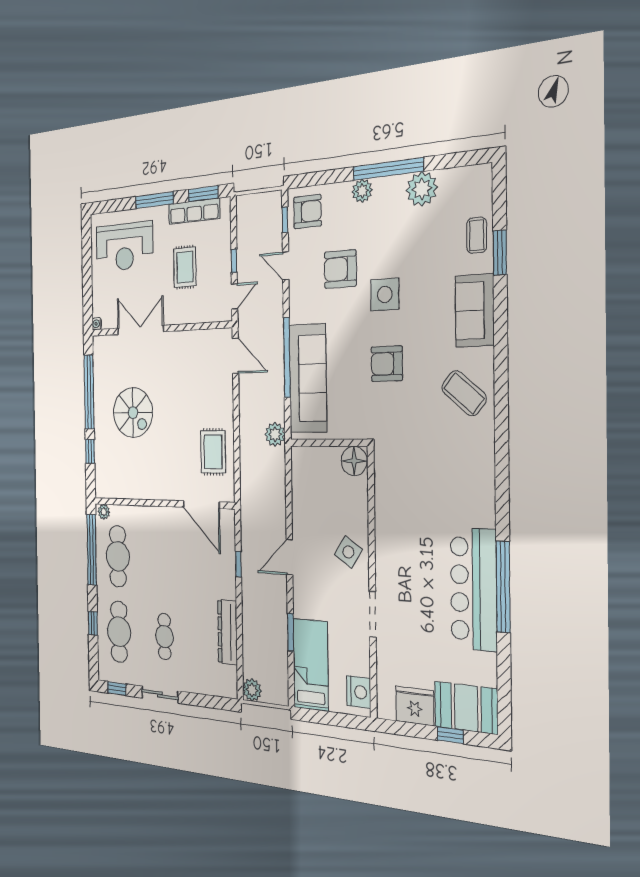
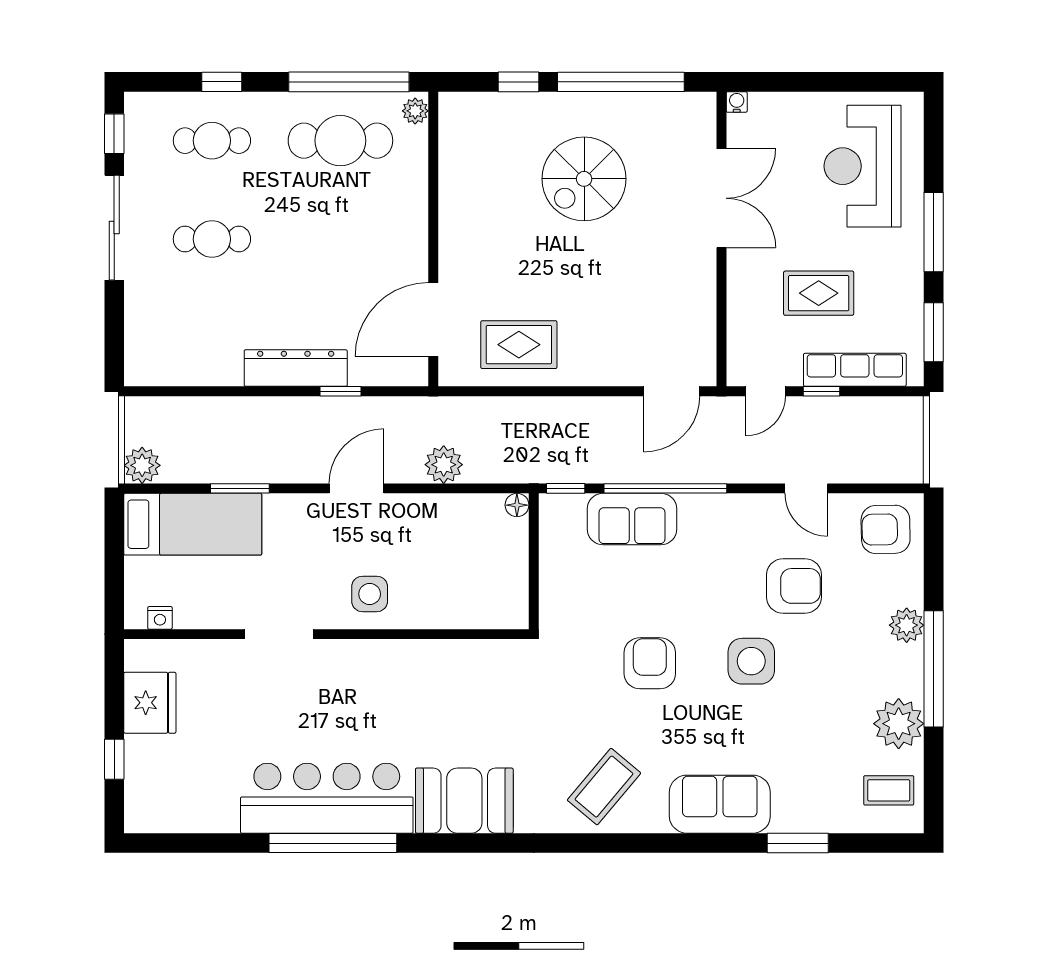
row of seats: (194, 211) -> (855, 370), moved, turned 90
armchair: (308, 212) -> (886, 529), turned 89
window: (285, 220) -> (566, 488), moved
coffee table: (477, 235) -> (889, 790), moved
door: (286, 266) -> (806, 488), swing flipped
armchair: (340, 269) -> (794, 586), turned 90
door: (235, 296) -> (765, 391), hinge flipped
sofa: (308, 378) -> (632, 519), width x0.54, depth x0.79
plant: (275, 434) -> (444, 465), moved
floor lamp: (354, 461) -> (517, 505), moved, width x0.53, depth x0.53
side table: (348, 552) -> (370, 594), turned -33
door: (290, 557) -> (357, 488), hinge flipped
cafe table: (119, 632) -> (212, 141), width x0.73, depth x0.74
dresser: (228, 632) -> (296, 368), moved
plant: (252, 690) -> (142, 465), moved
nightstand: (359, 692) -> (160, 618), width x0.53, depth x0.56
sliding door: (160, 695) -> (114, 228), width x1.37
booth: (466, 708) -> (464, 801), moved, turned 90

